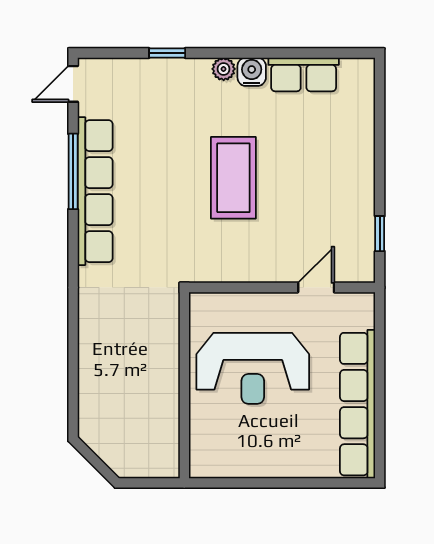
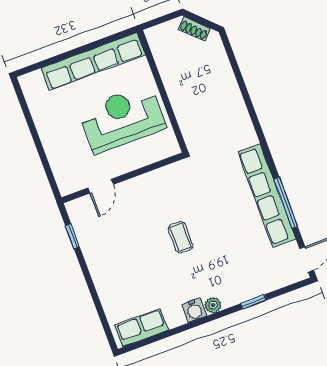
row of seats: (304, 74) -> (141, 328), moved
coffee table: (233, 178) -> (181, 237), width x0.54, depth x0.58
row of seats: (358, 404) -> (93, 61), moved, turned 90
shoe rack: (109, 454) -> (194, 29), added

